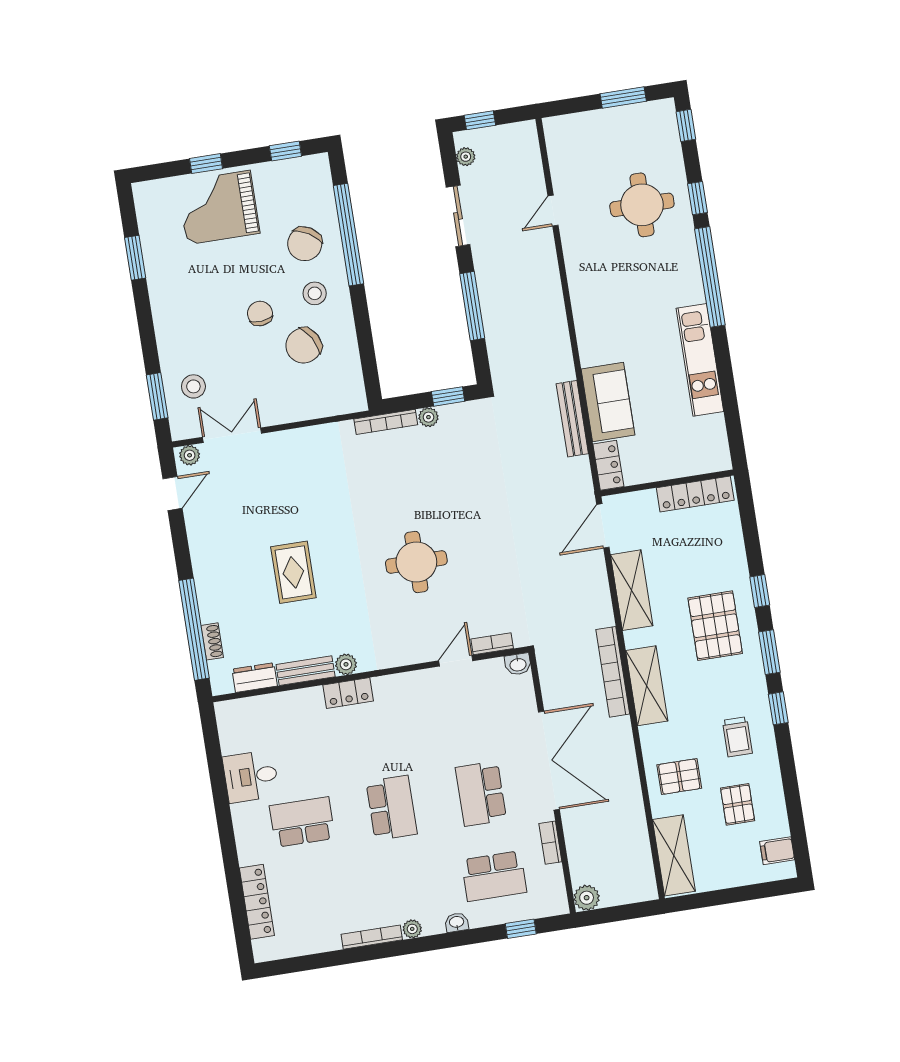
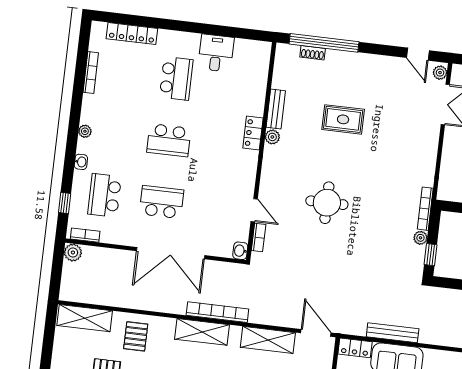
dresser: (255, 678) -> (281, 74), removed
bookcase: (550, 843) -> (85, 235), moved
bookcase: (372, 937) -> (91, 72), moved

